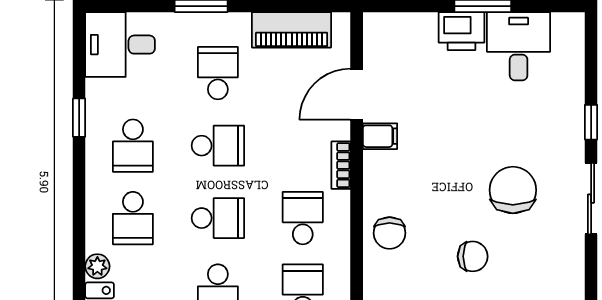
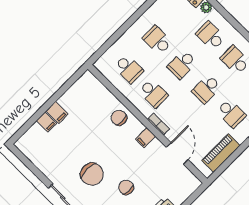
filing cabinet: (380, 136) -> (145, 138), moved
chair: (473, 256) -> (126, 187), moved, turned 94

